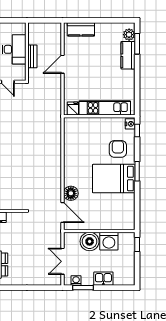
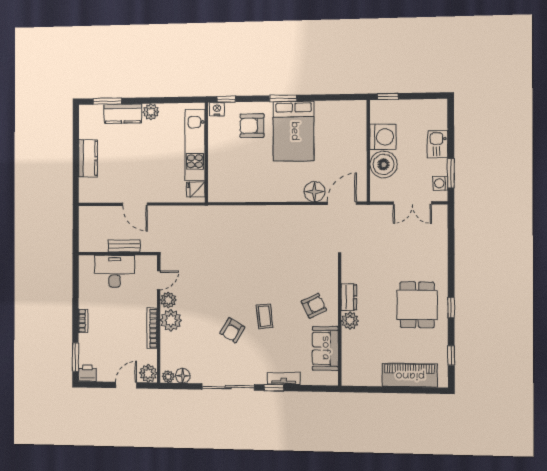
kitchen counter: (81, 29) -> (88, 158), moved
plant: (129, 35) -> (151, 112), moved

